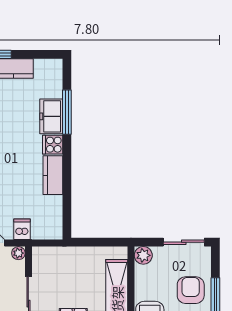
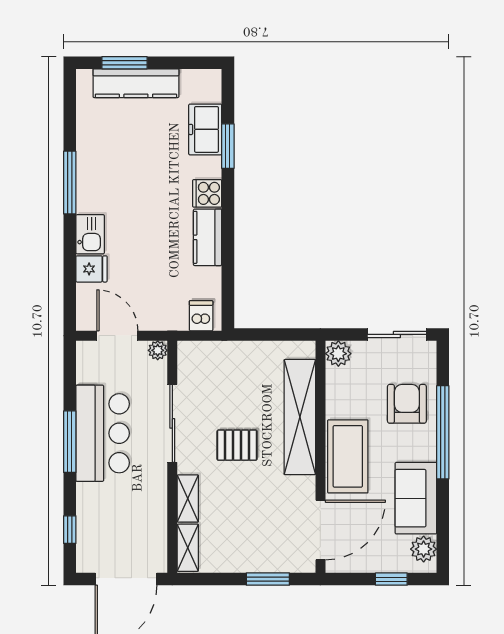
window: (67, 112) -> (228, 146), width x0.69
freezer: (51, 116) -> (205, 129), moved
dishwasher: (22, 229) -> (201, 316), moved

